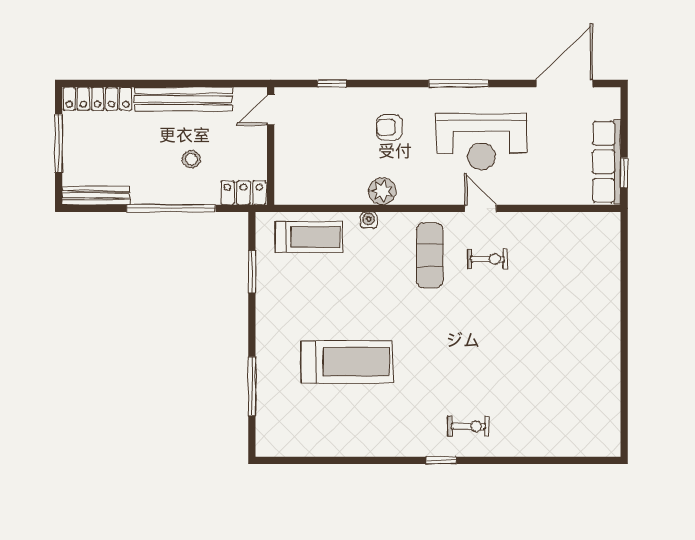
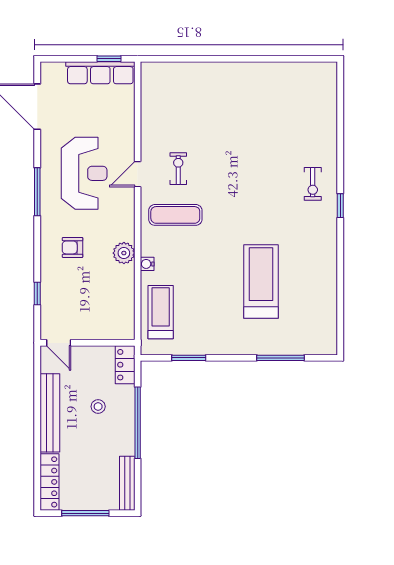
armchair: (389, 127) -> (73, 247), turned 90
exercise bike: (468, 426) -> (313, 184), turned 180

